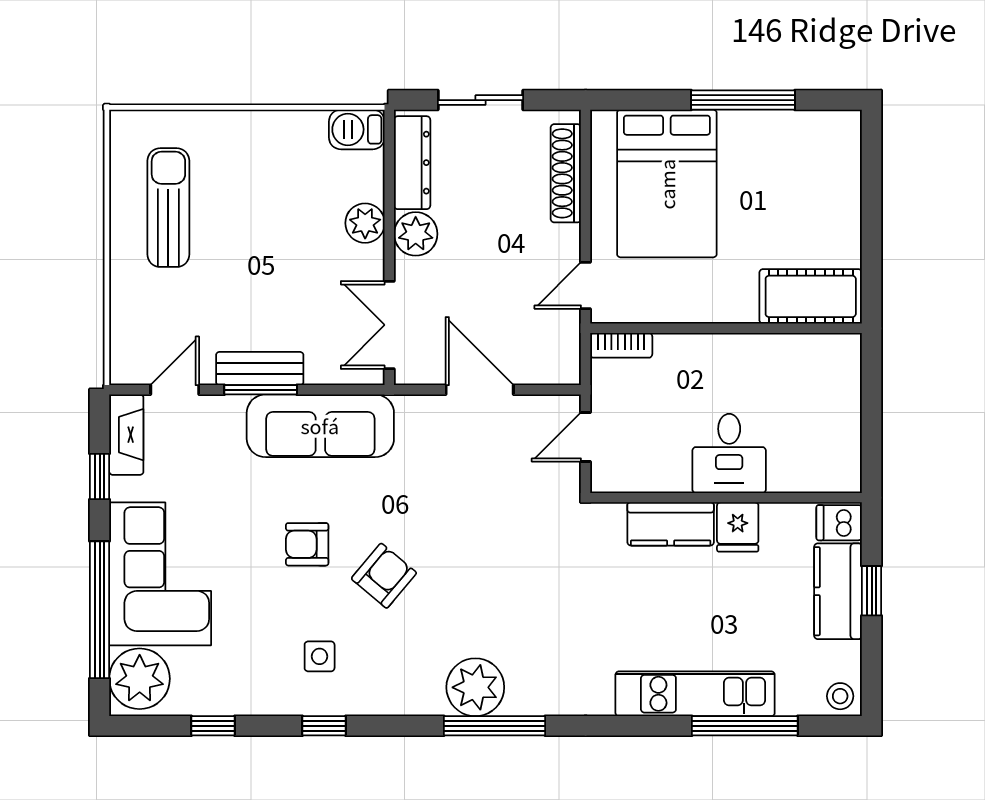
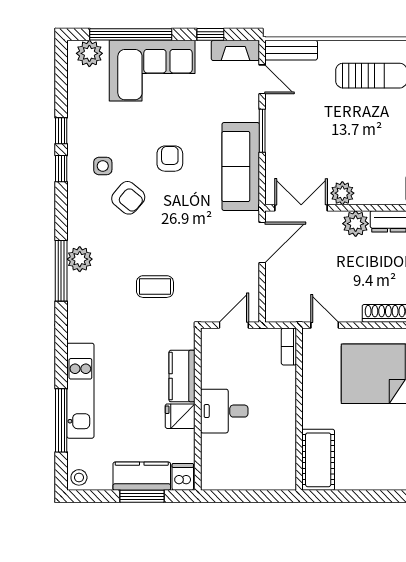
plant: (365, 223) -> (342, 193), moved
bench: (260, 369) -> (291, 50), moved, turned 90
door: (480, 390) -> (262, 242), moved
door: (586, 437) -> (234, 325), hinge flipped
coffee table: (521, 569) -> (155, 287), added
armchair: (384, 576) -> (128, 198), moved
window: (872, 591) -> (142, 496), width x1.50
plant: (140, 679) -> (89, 53), width x0.73, depth x0.73
plant: (475, 687) -> (80, 259), width x0.73, depth x0.73
window: (213, 726) -> (61, 131), moved

